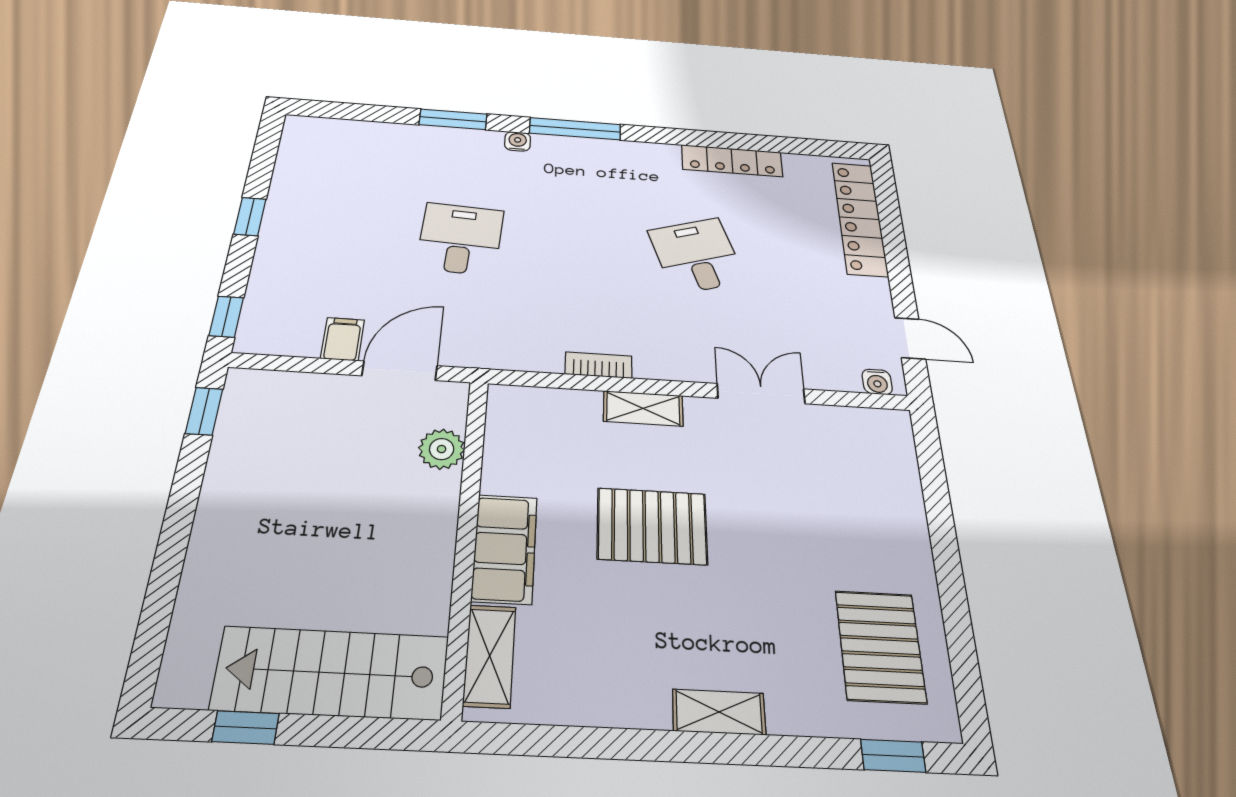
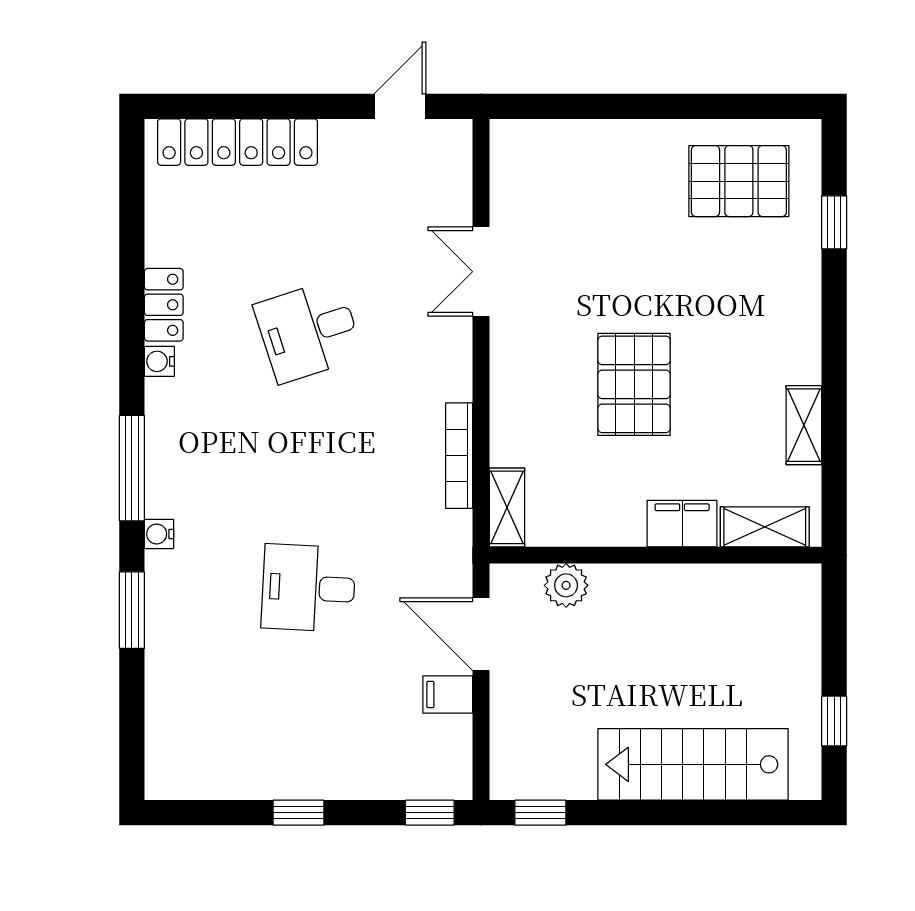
locker: (732, 161) -> (164, 305), width x0.66
bookcase: (599, 365) -> (459, 456), width x1.56
water cooler: (877, 382) -> (159, 361), moved, turned 180
shelving: (643, 408) -> (507, 507), moved
filing cabinet: (505, 549) -> (682, 524), width x0.67, depth x0.86
stairs: (331, 673) -> (693, 764), moved, turned 90
shelving: (719, 712) -> (804, 425), moved
window: (893, 756) -> (834, 222), moved

